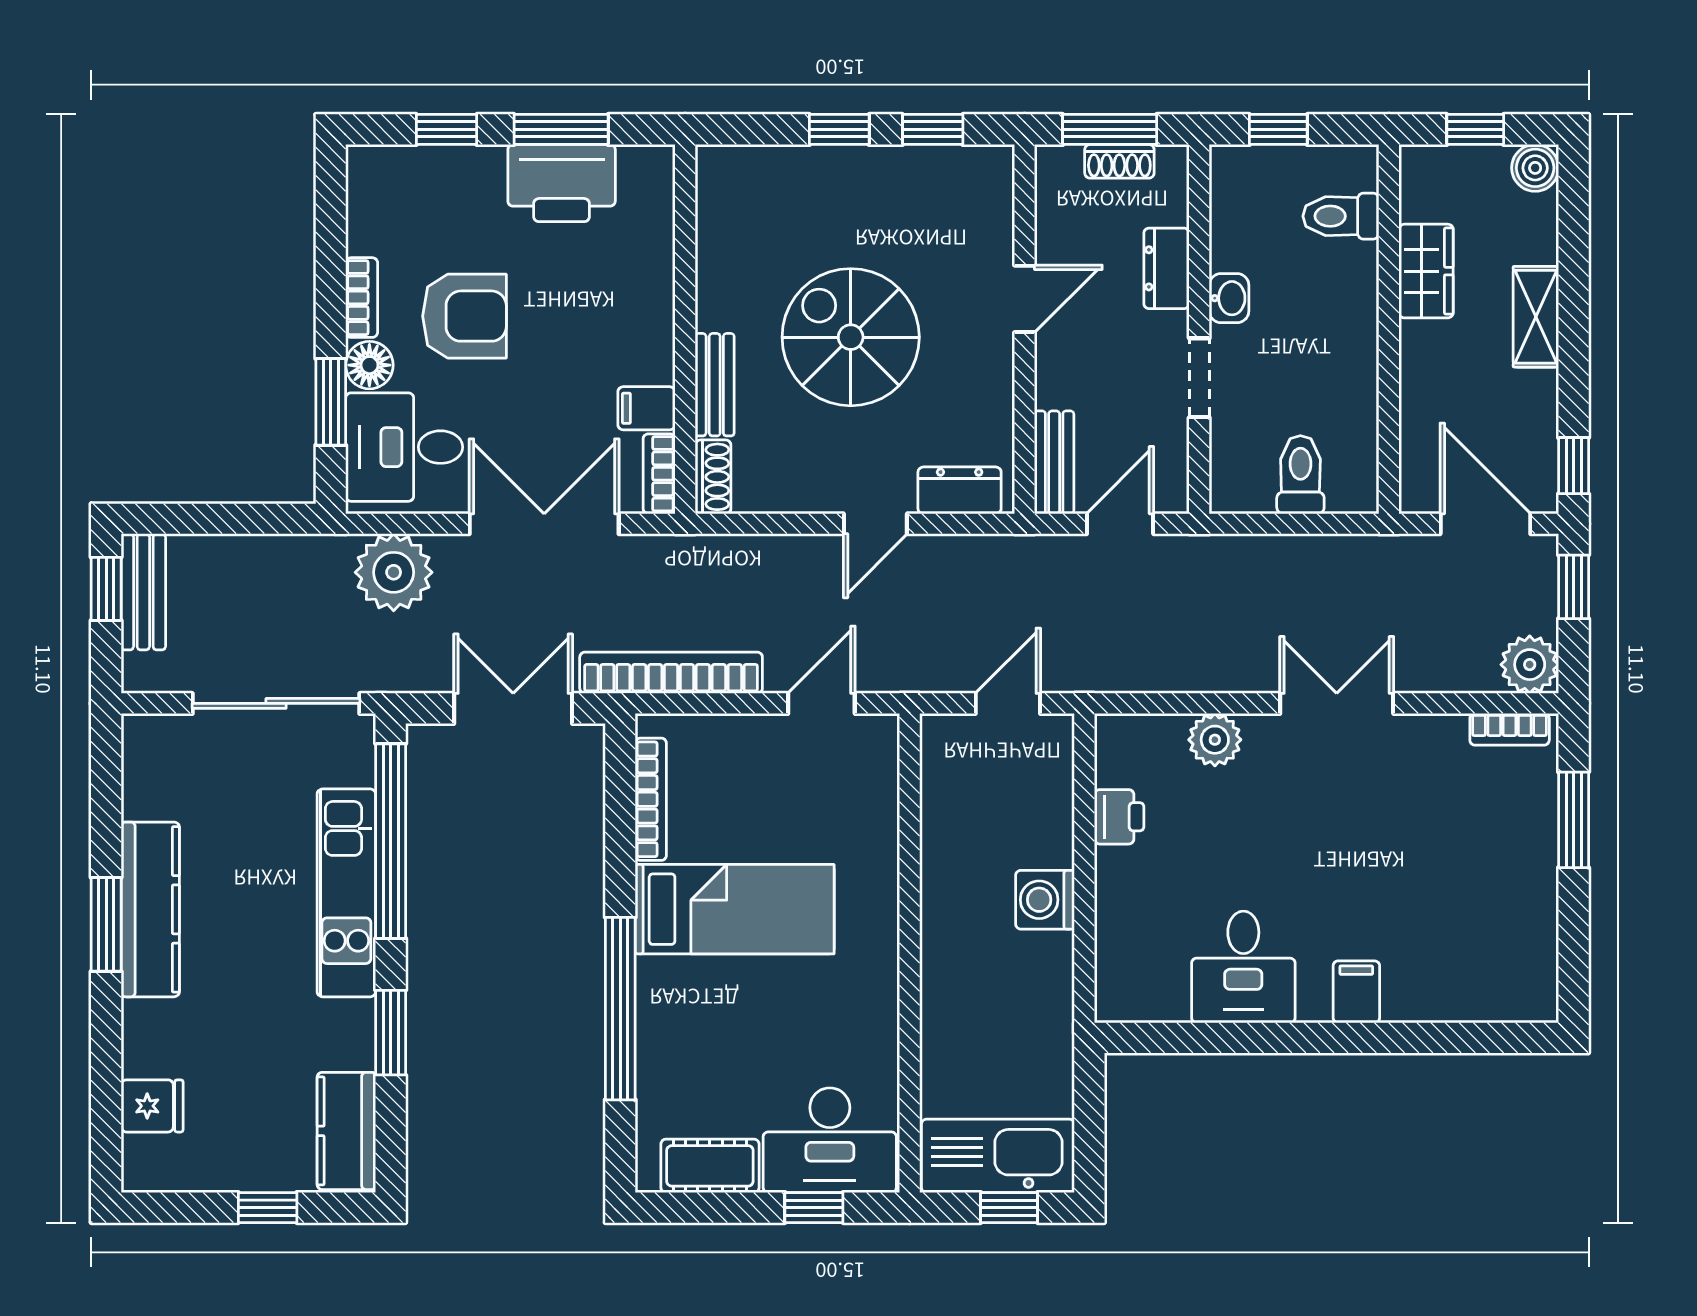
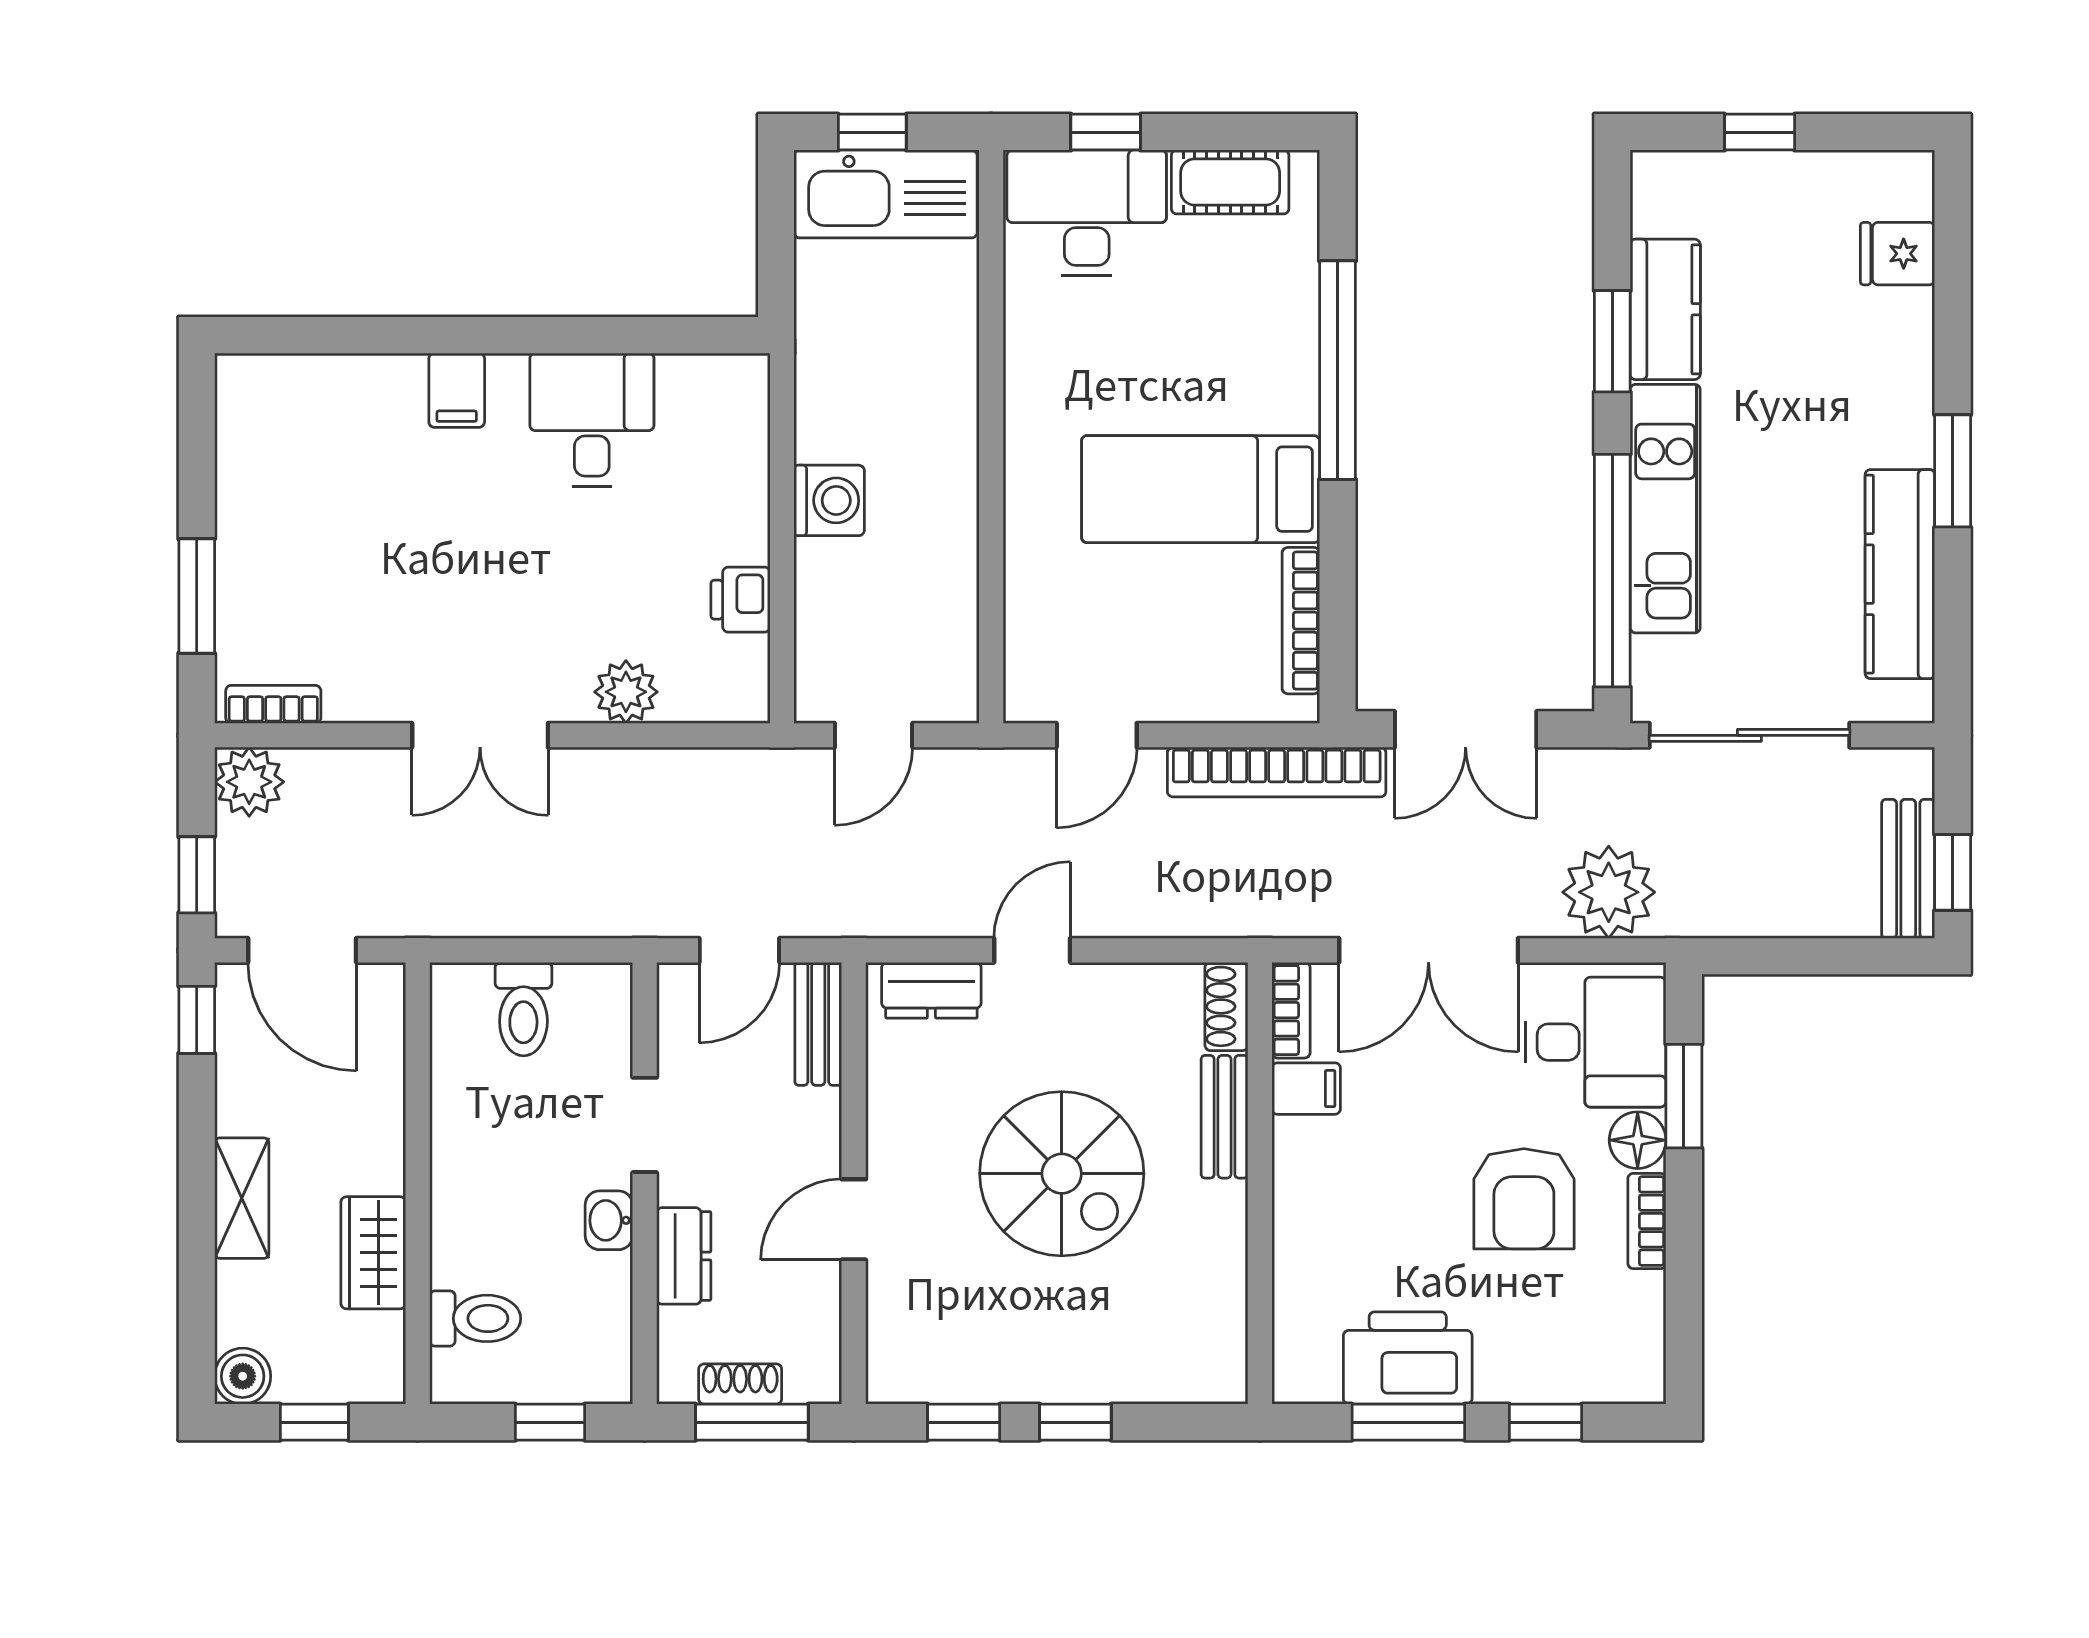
armchair: (464, 316) -> (1524, 1199), turned -90
kitchen counter: (150, 909) -> (1900, 574), moved
kitchen counter: (346, 1131) -> (1665, 309), moved

